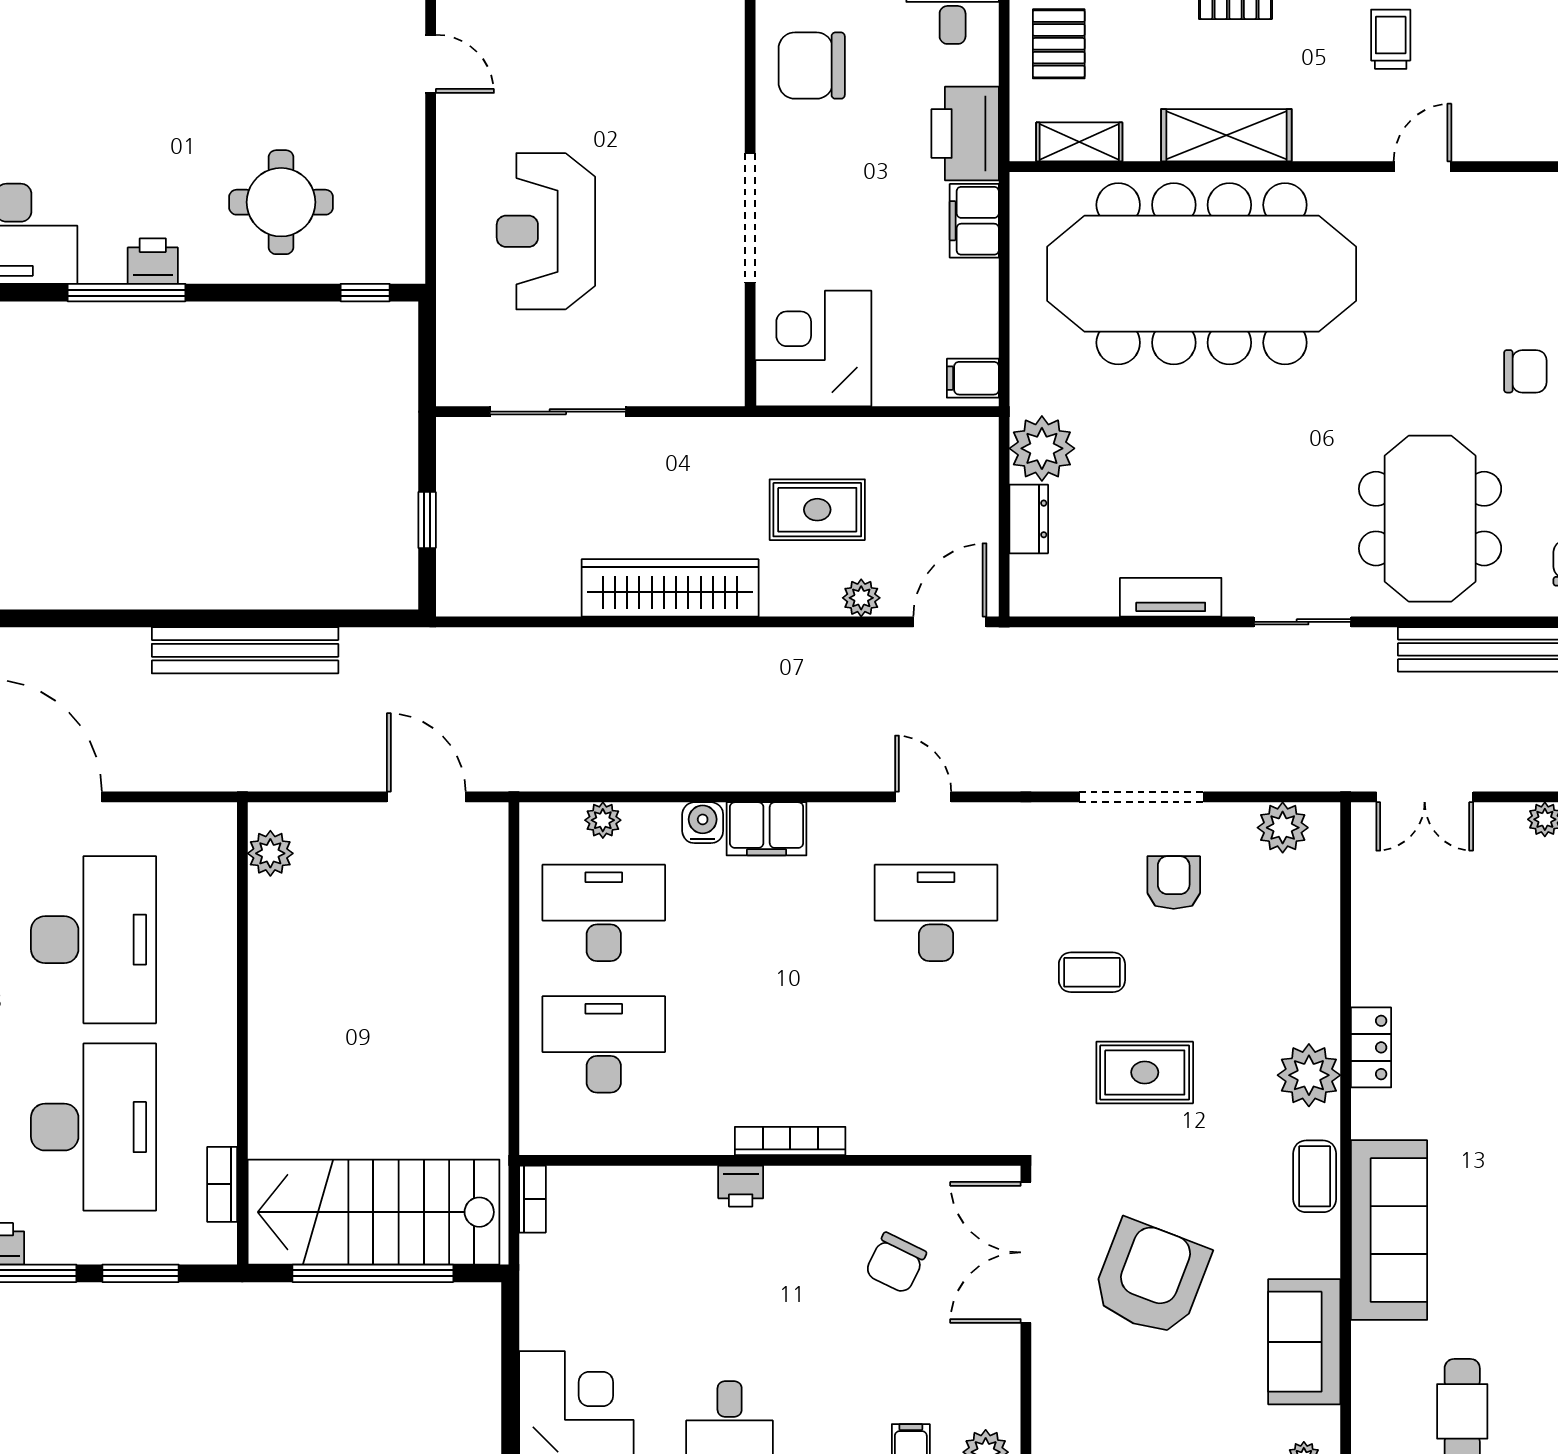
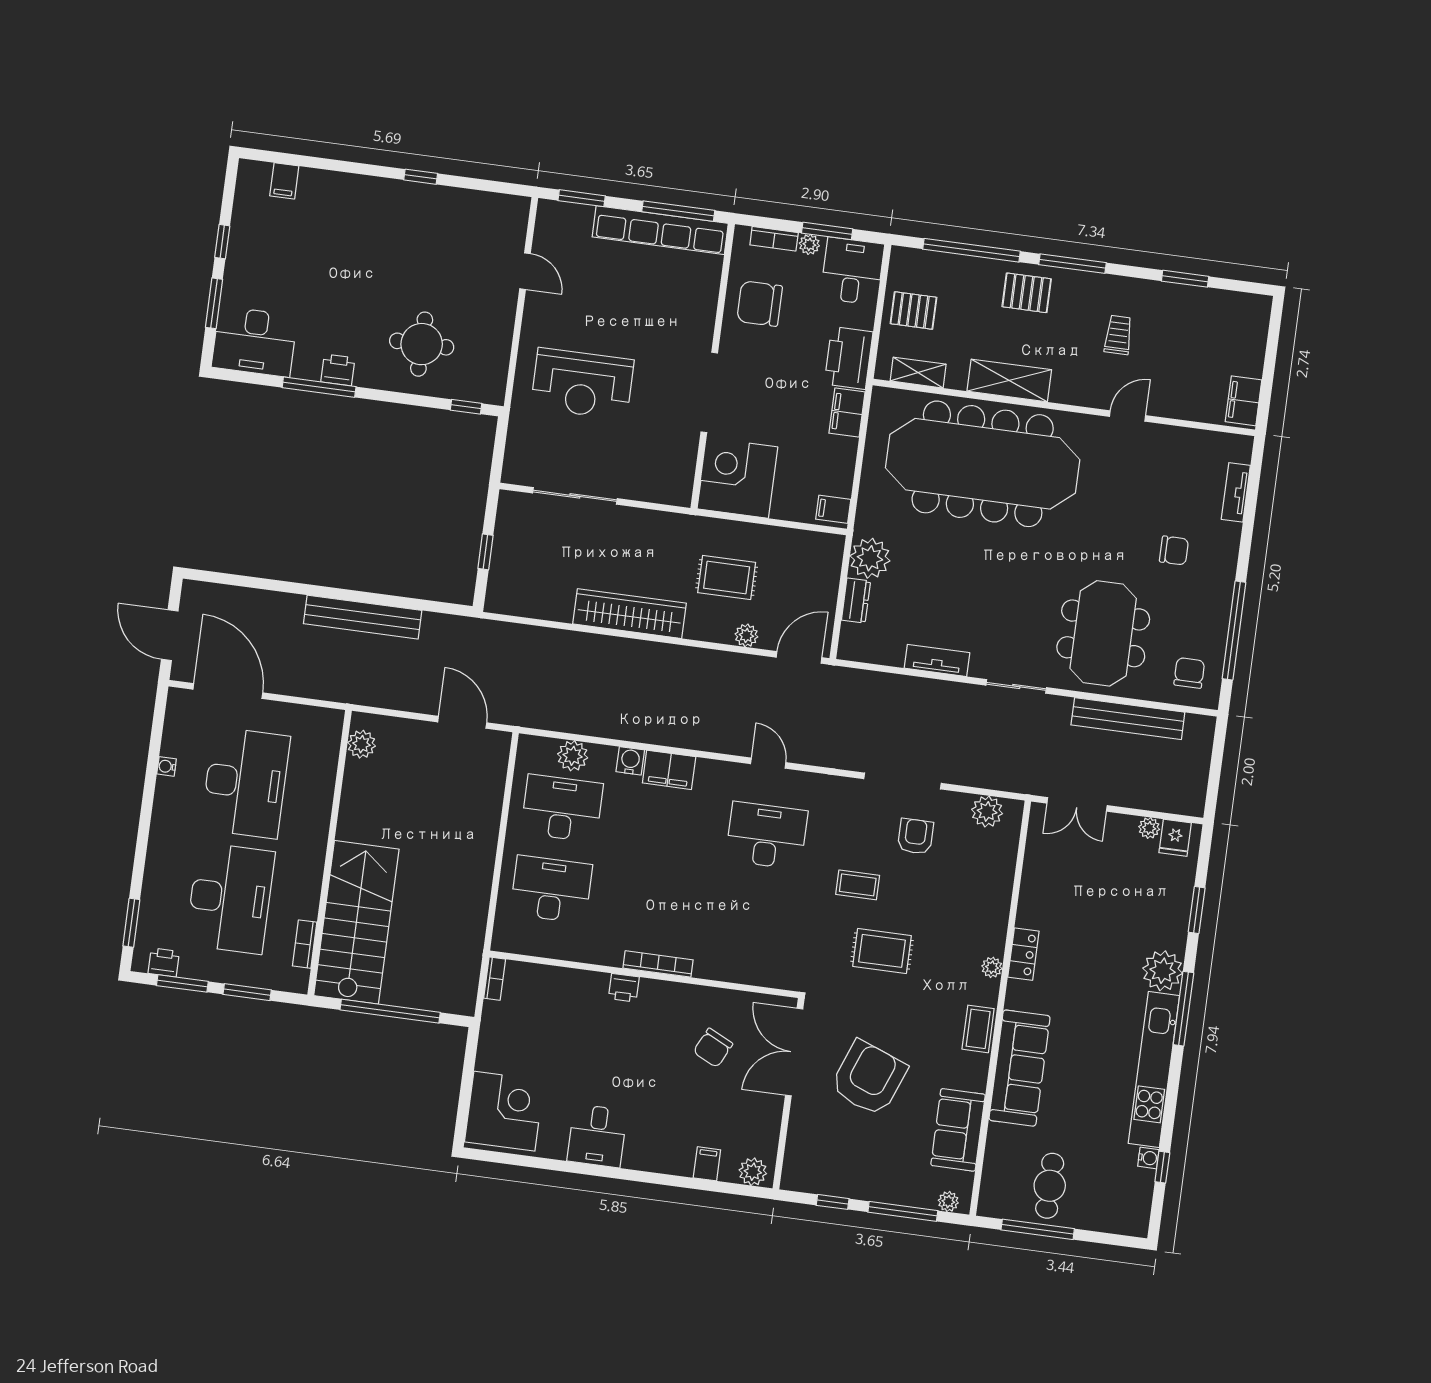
pallet: (1059, 44) -> (914, 310), turned 90
reception desk: (546, 231) -> (582, 384), turned -90
plant: (603, 820) -> (573, 756), width x1.38, depth x1.38
plant: (1309, 1075) -> (992, 967), width x0.53, depth x0.53
stairs: (373, 1212) -> (356, 922), moved, turned 90

